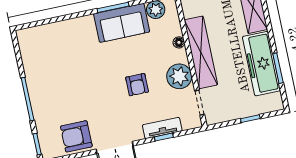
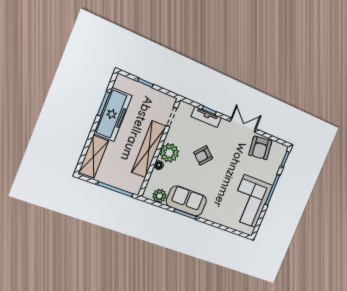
corner sofa: (46, 69) -> (250, 201), added
plant: (179, 76) -> (169, 153), moved
armchair: (137, 85) -> (203, 155), turned -139
armchair: (76, 136) -> (260, 148), turned 83

